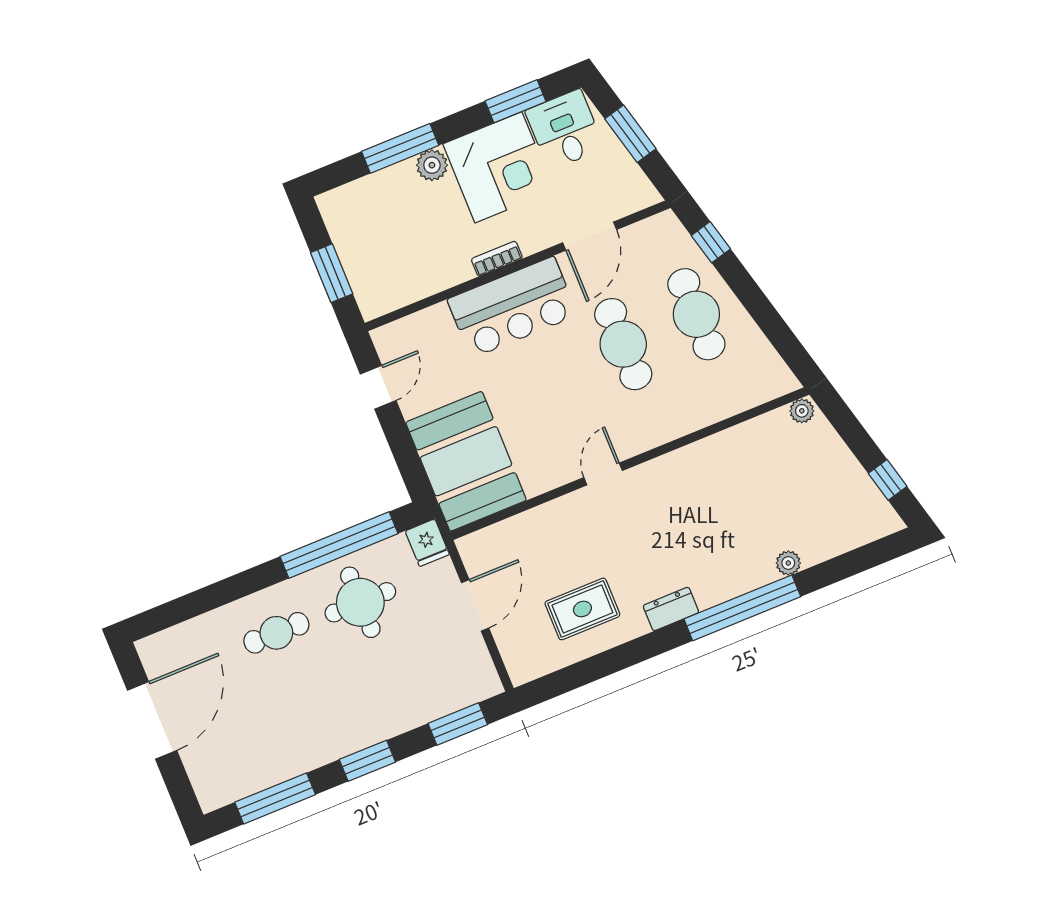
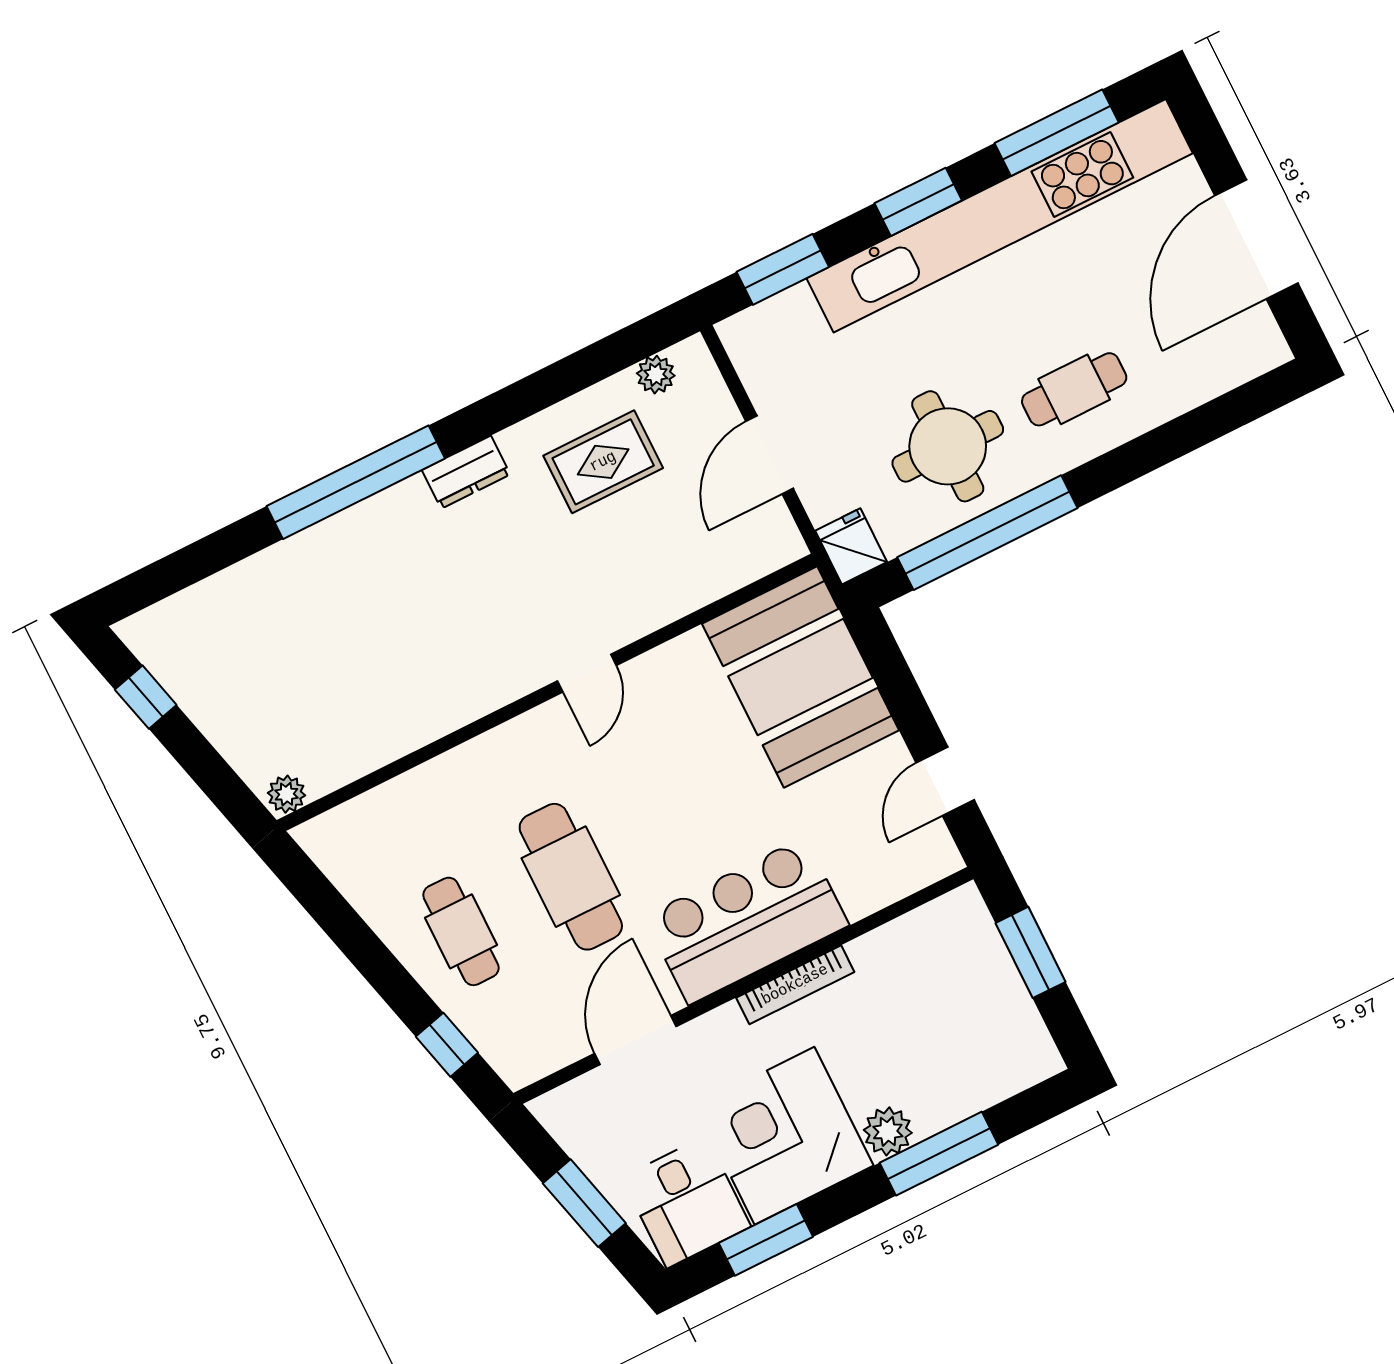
bookcase: (497, 259) -> (795, 985), width x1.56
cafe table: (696, 314) -> (461, 931), width x0.73, depth x0.74
plant: (788, 563) -> (656, 375), moved
kitchen unit: (316, 748) -> (1000, 216), added

